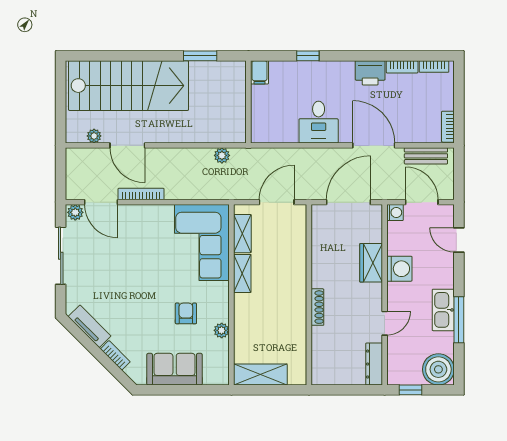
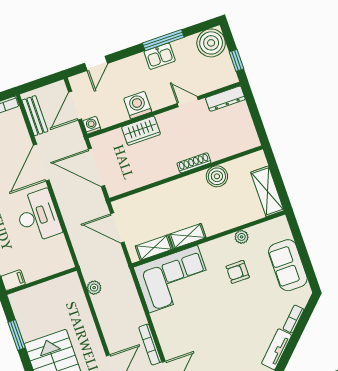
desk: (319, 122) -> (38, 216), width x1.37
kitchen sink: (443, 310) -> (160, 56), width x0.73
boiler: (295, 327) -> (217, 176), added

